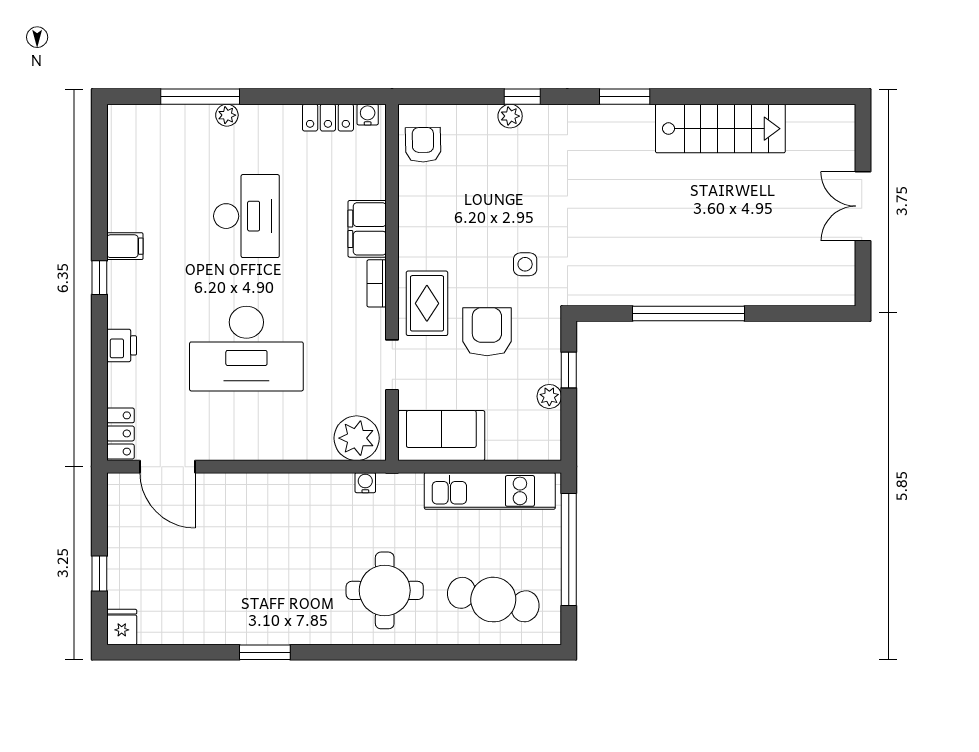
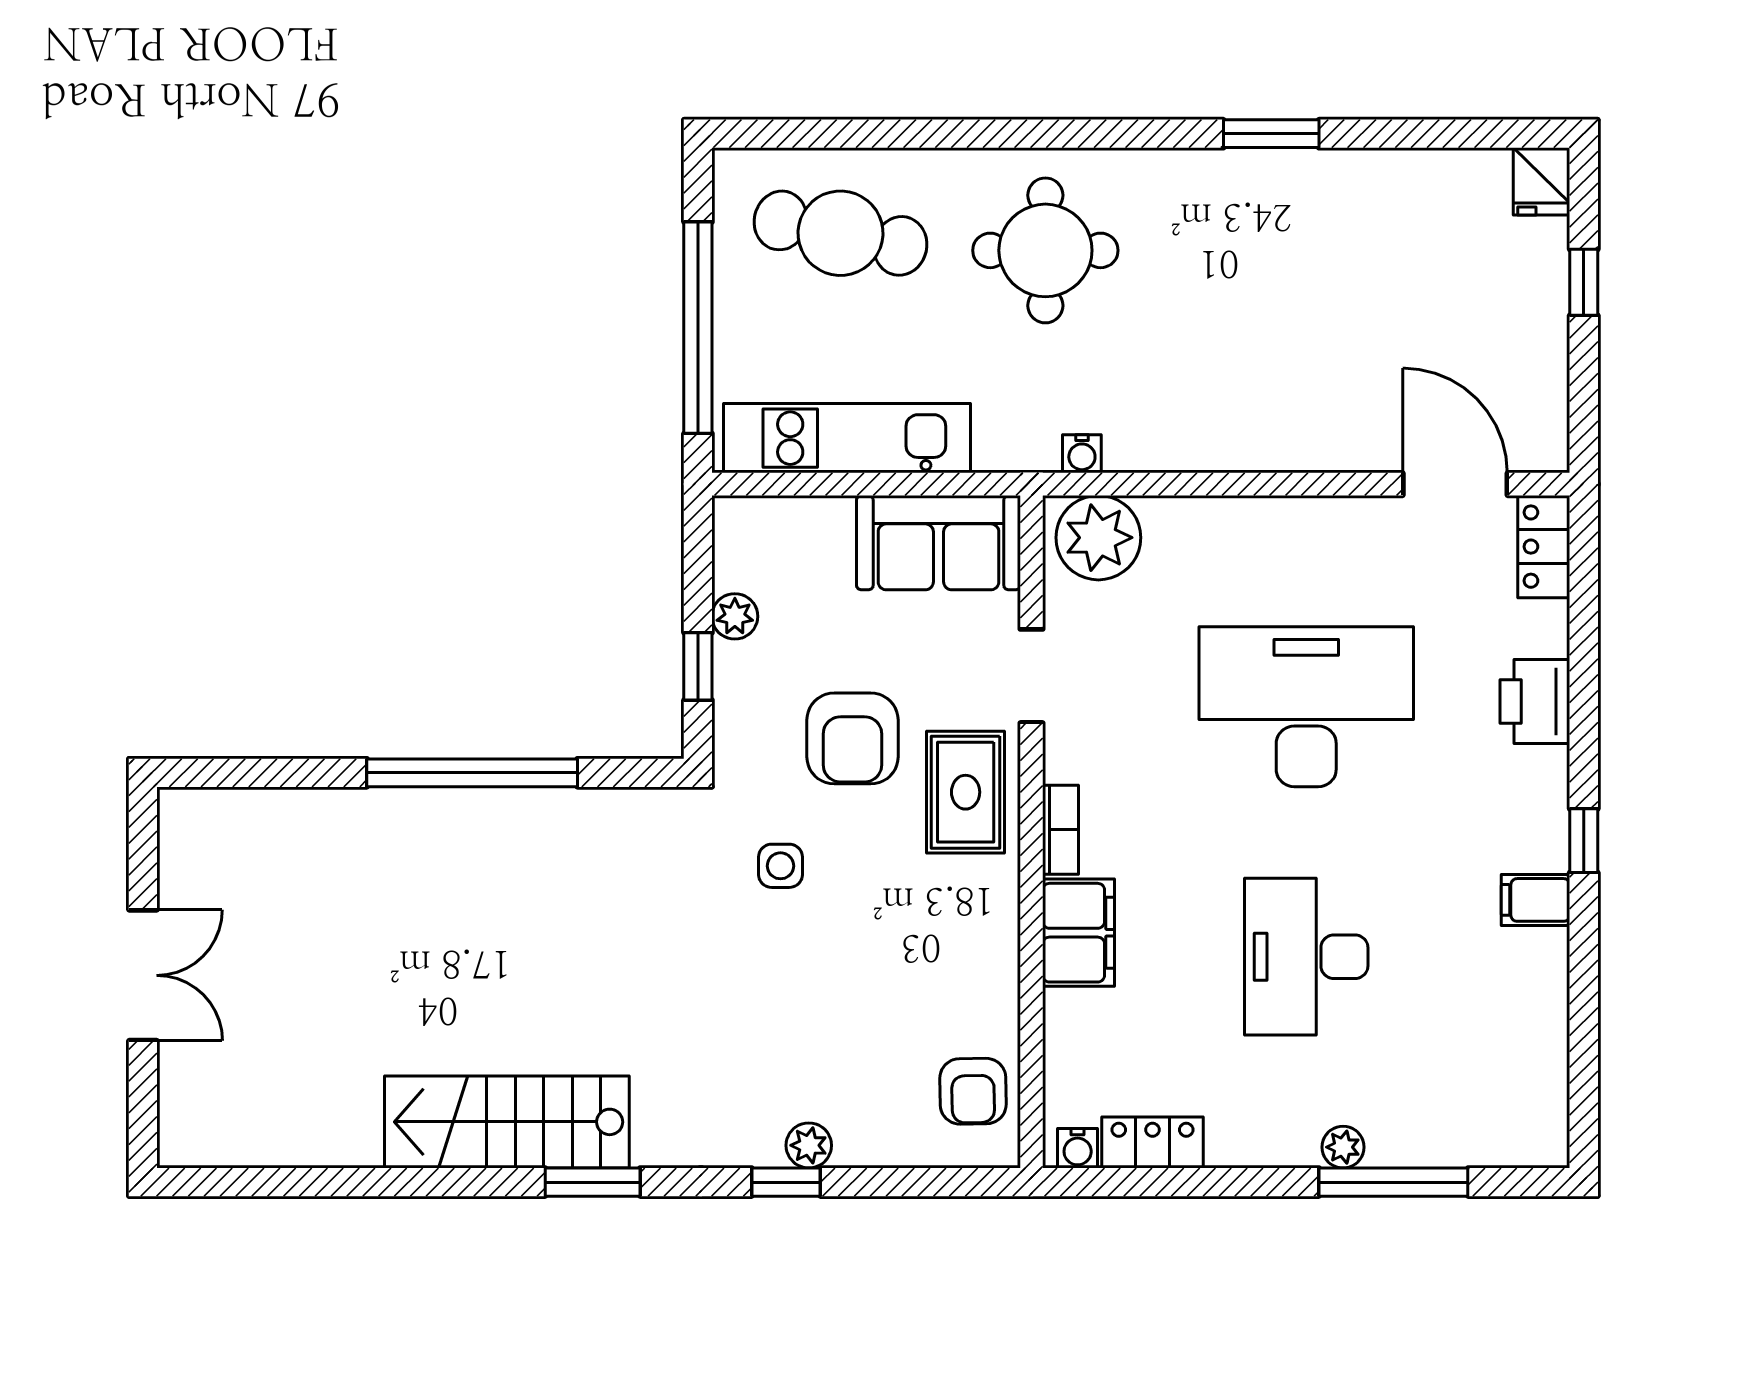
stairs: (720, 129) -> (507, 1122), moved
printer: (122, 345) -> (1535, 701), width x1.36, depth x1.24

